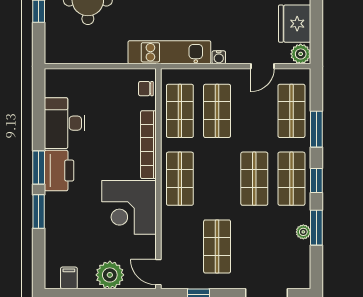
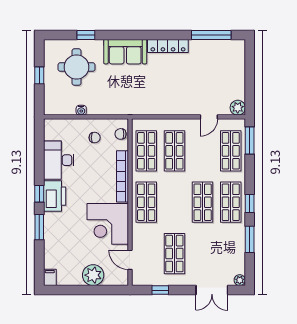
fridge: (295, 24) -> (233, 85), removed
kitchen unit: (169, 52) -> (138, 106), removed
water cooler: (219, 57) -> (81, 110), moved
chair: (112, 93) -> (95, 138), added
window: (316, 129) -> (250, 141), moved
window: (39, 168) -> (39, 194), width x0.67
plant: (303, 232) -> (240, 280), moved
door: (158, 272) -> (130, 260), moved
filing cabinet: (69, 278) -> (50, 277), moved

